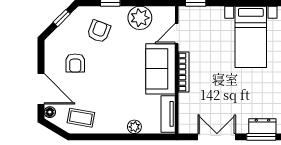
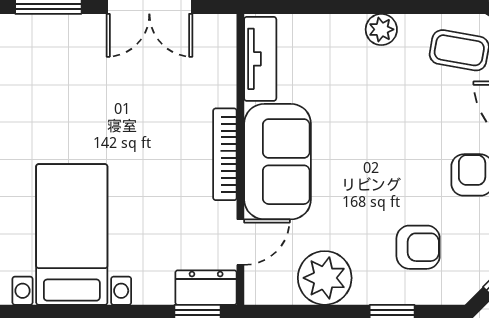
armchair: (99, 31) -> (418, 247), turned -111
dresser: (262, 126) -> (206, 288), moved, turned 180
plant: (134, 127) -> (381, 29), moved

